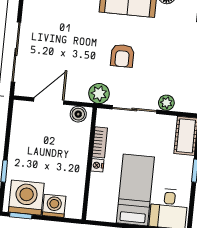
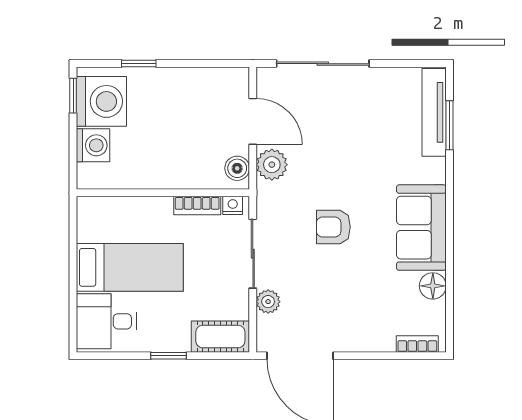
plant: (99, 94) -> (272, 165), moved
nightstand: (97, 165) -> (233, 205), moved

